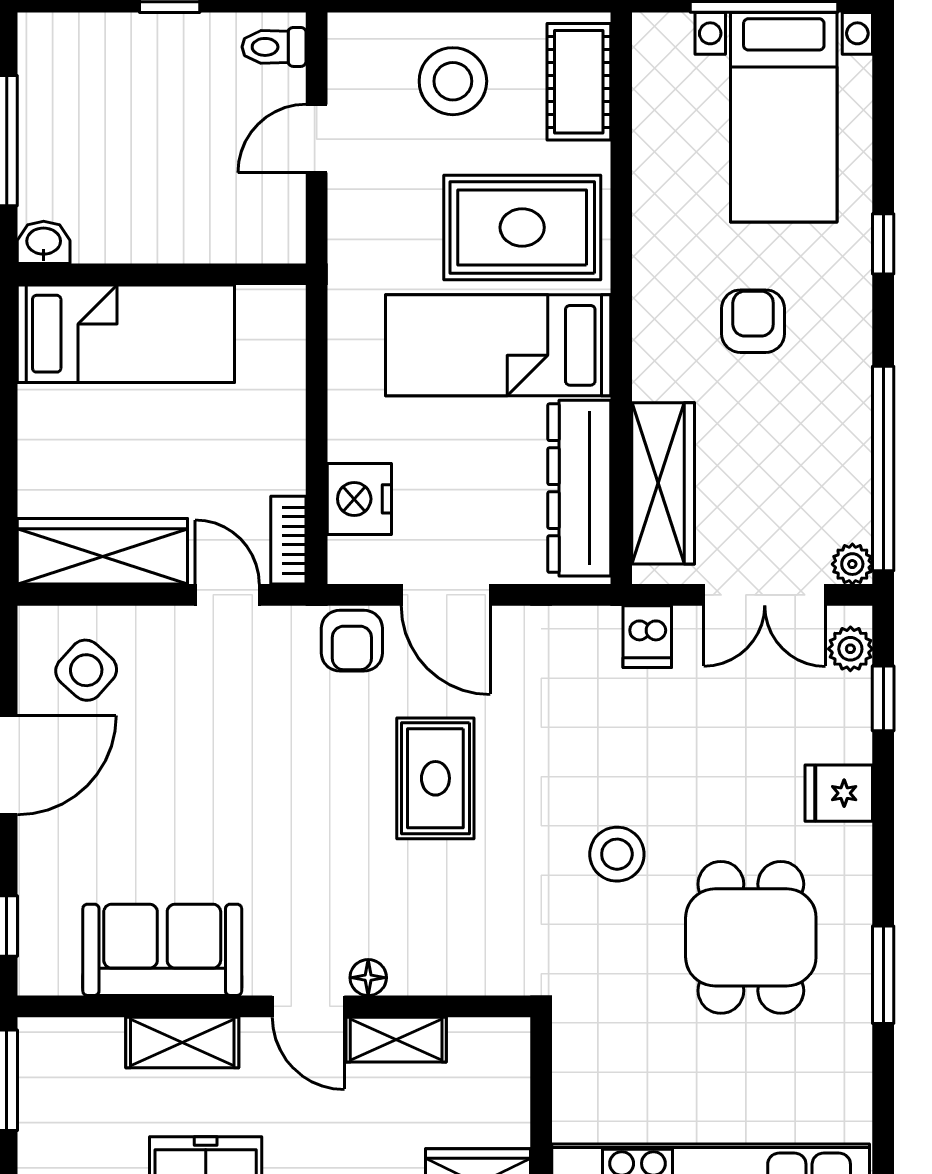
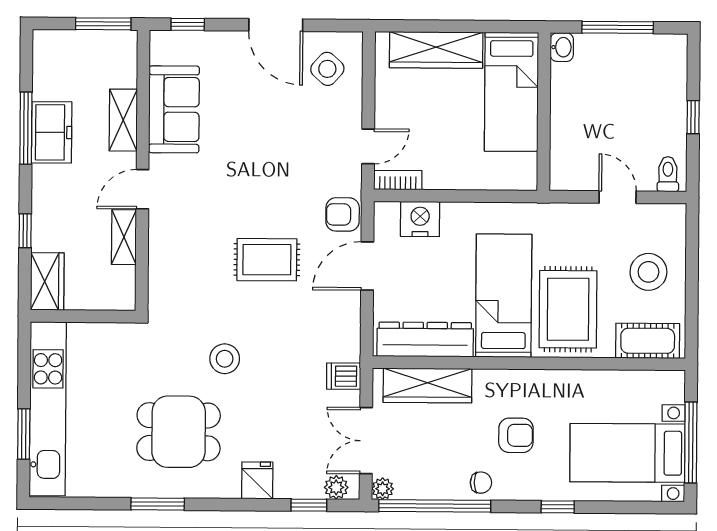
chair: (840, 384) -> (481, 483), added
wardrobe: (102, 551) -> (436, 50), moved, turned 90
floor lamp: (368, 978) -> (158, 222), removed

